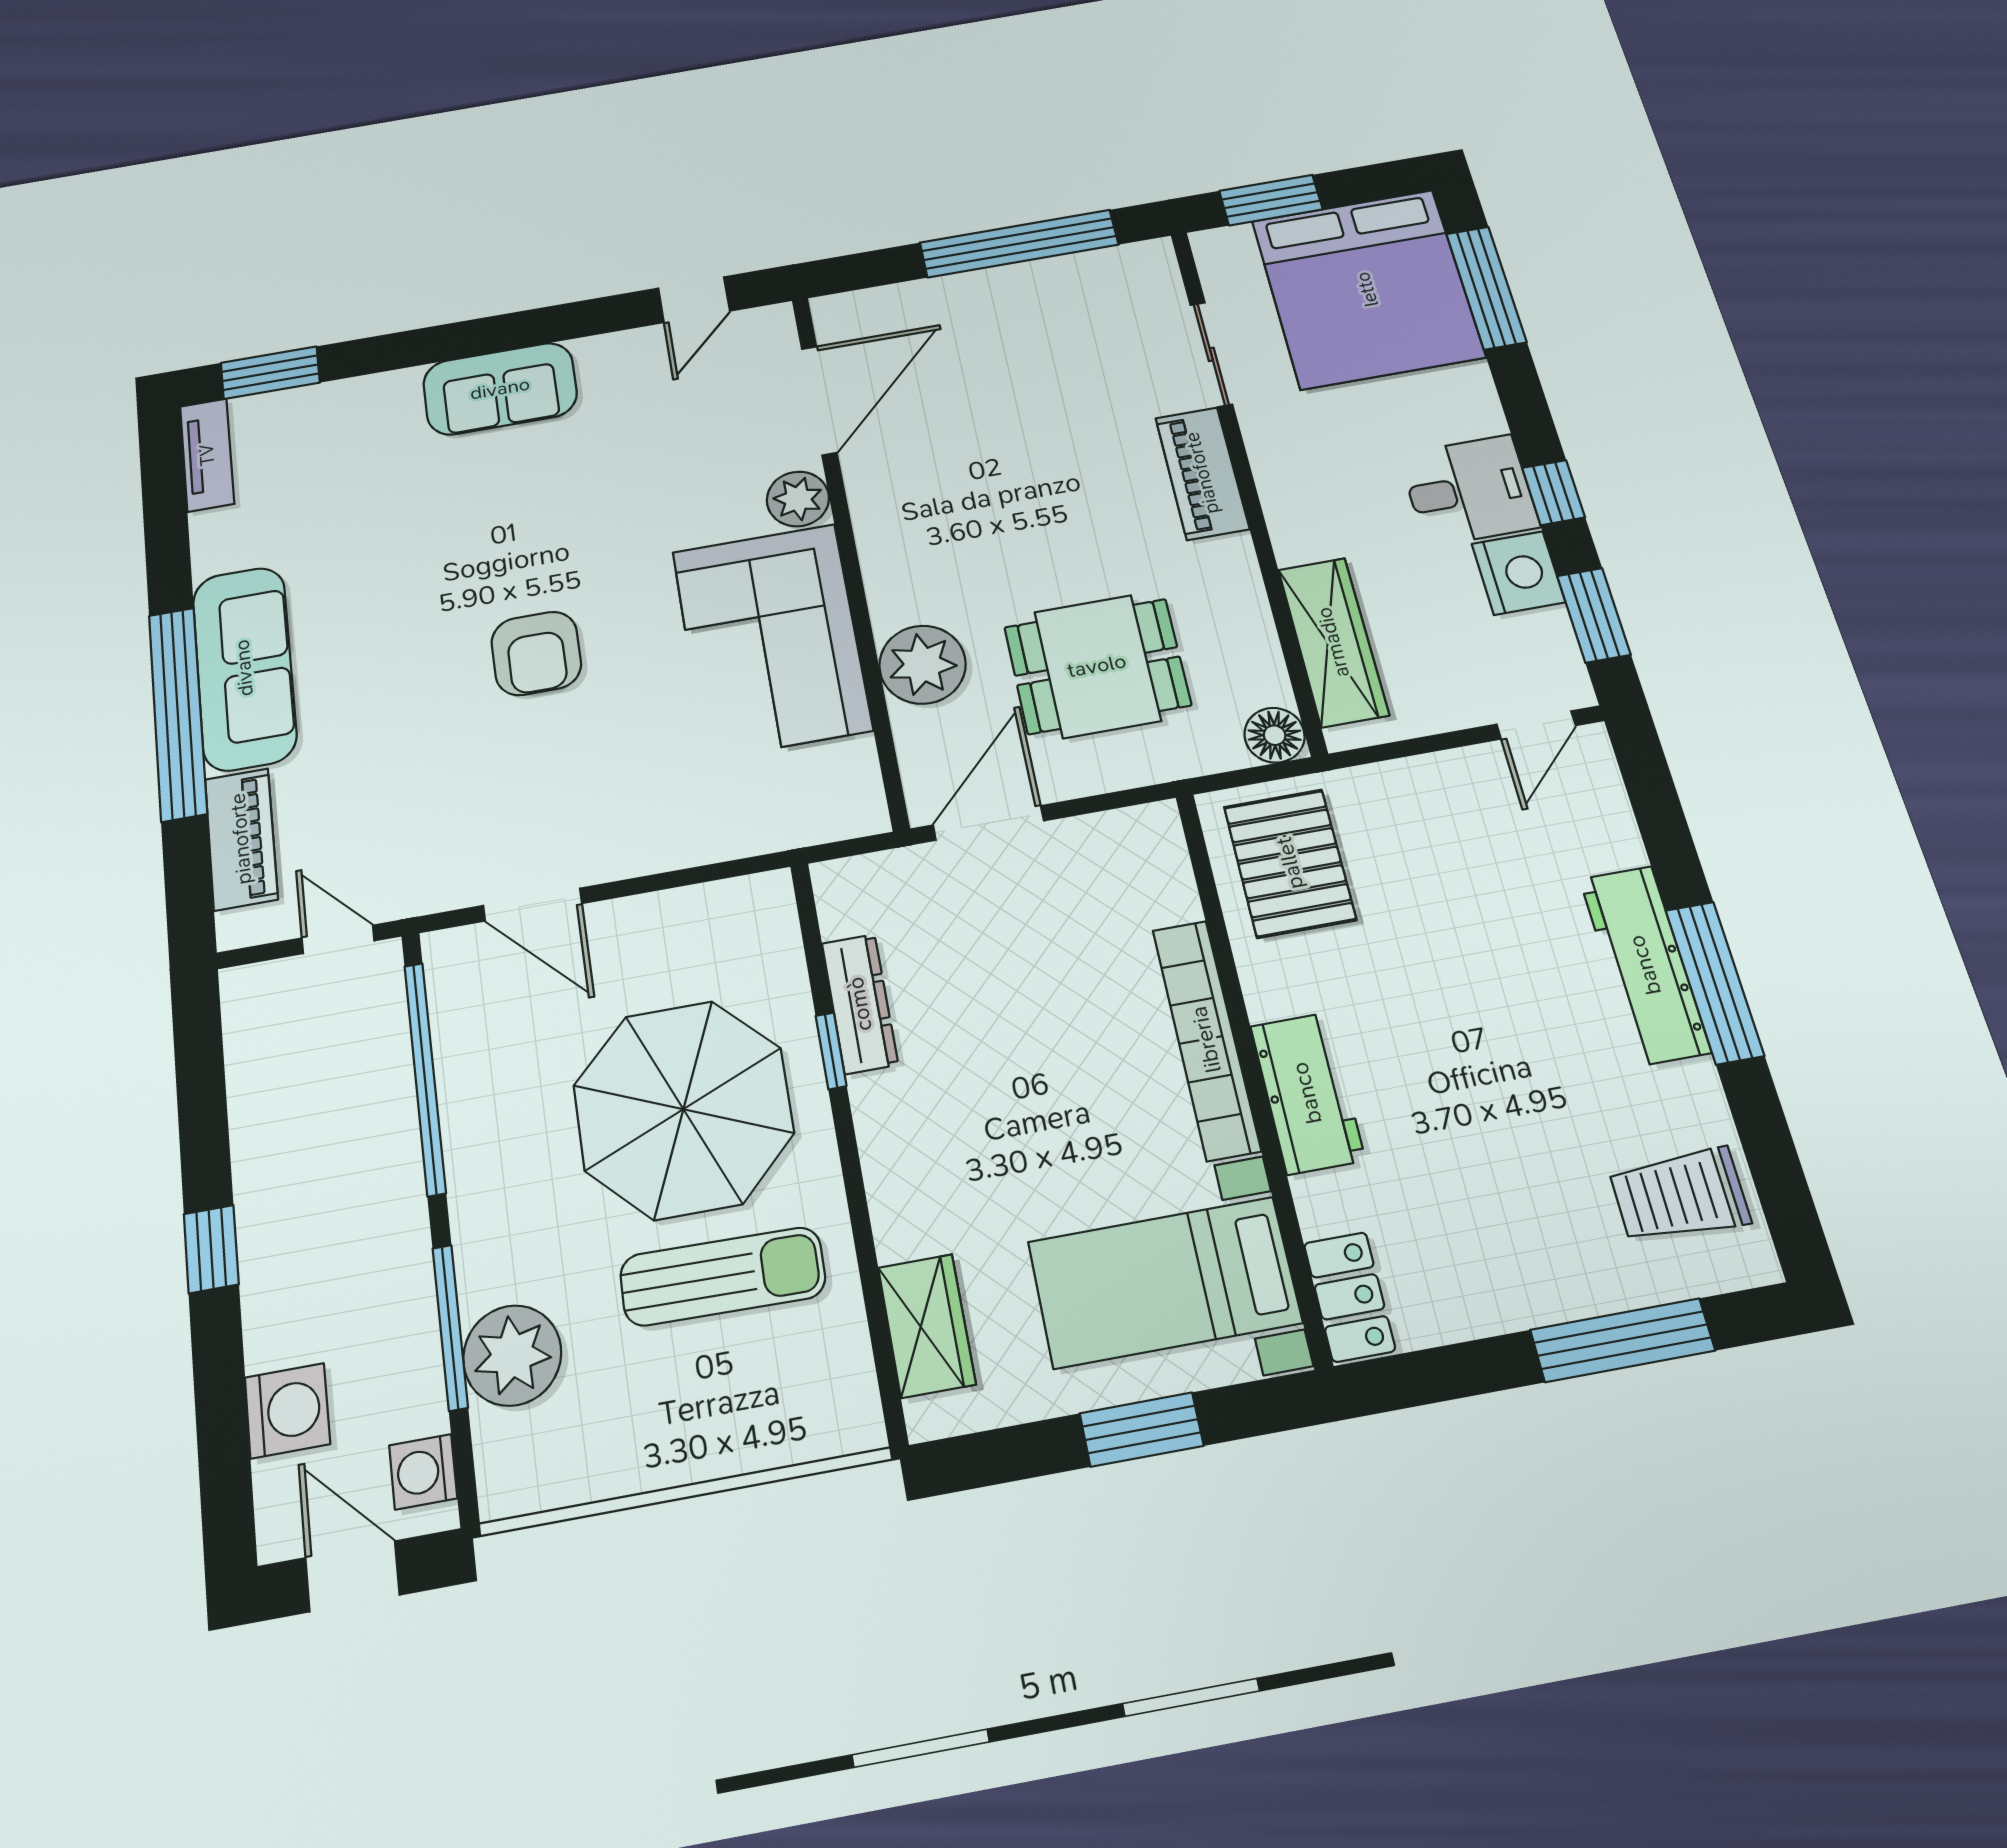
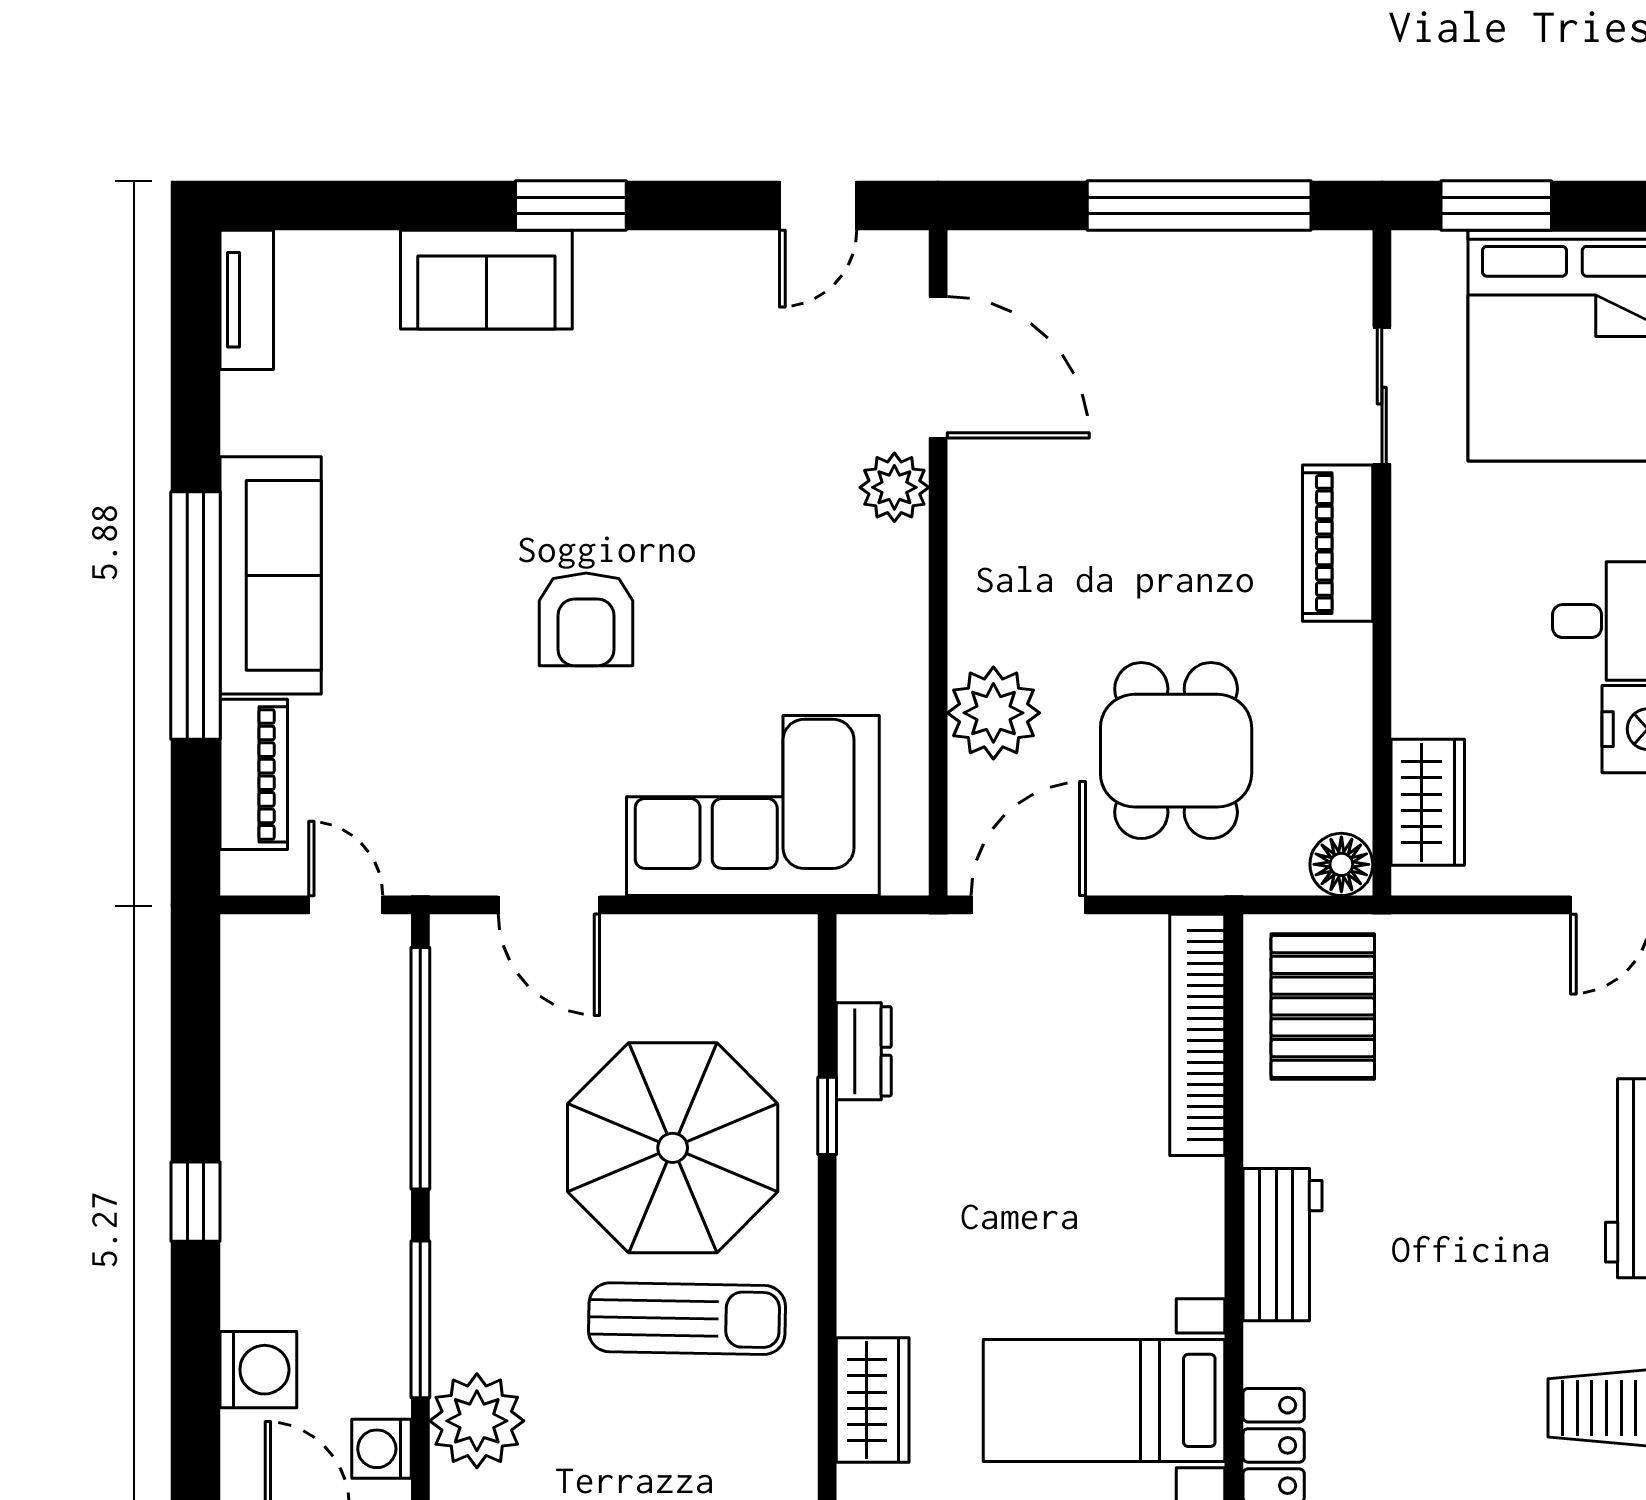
window: (270, 373) -> (571, 205), moved
sofa: (500, 389) -> (486, 280), moved
door: (819, 400) -> (938, 367), hinge flipped
corner sofa: (771, 640) -> (753, 806), moved, turned 90
wardrobe: (1333, 642) -> (1428, 802), width x0.67
dining table: (1097, 666) -> (1176, 751), turned 90
dresser: (860, 1004) -> (864, 1051), width x0.70
bookcase: (1206, 1039) -> (1197, 1035), moved
plant: (512, 1355) -> (477, 1421), moved

